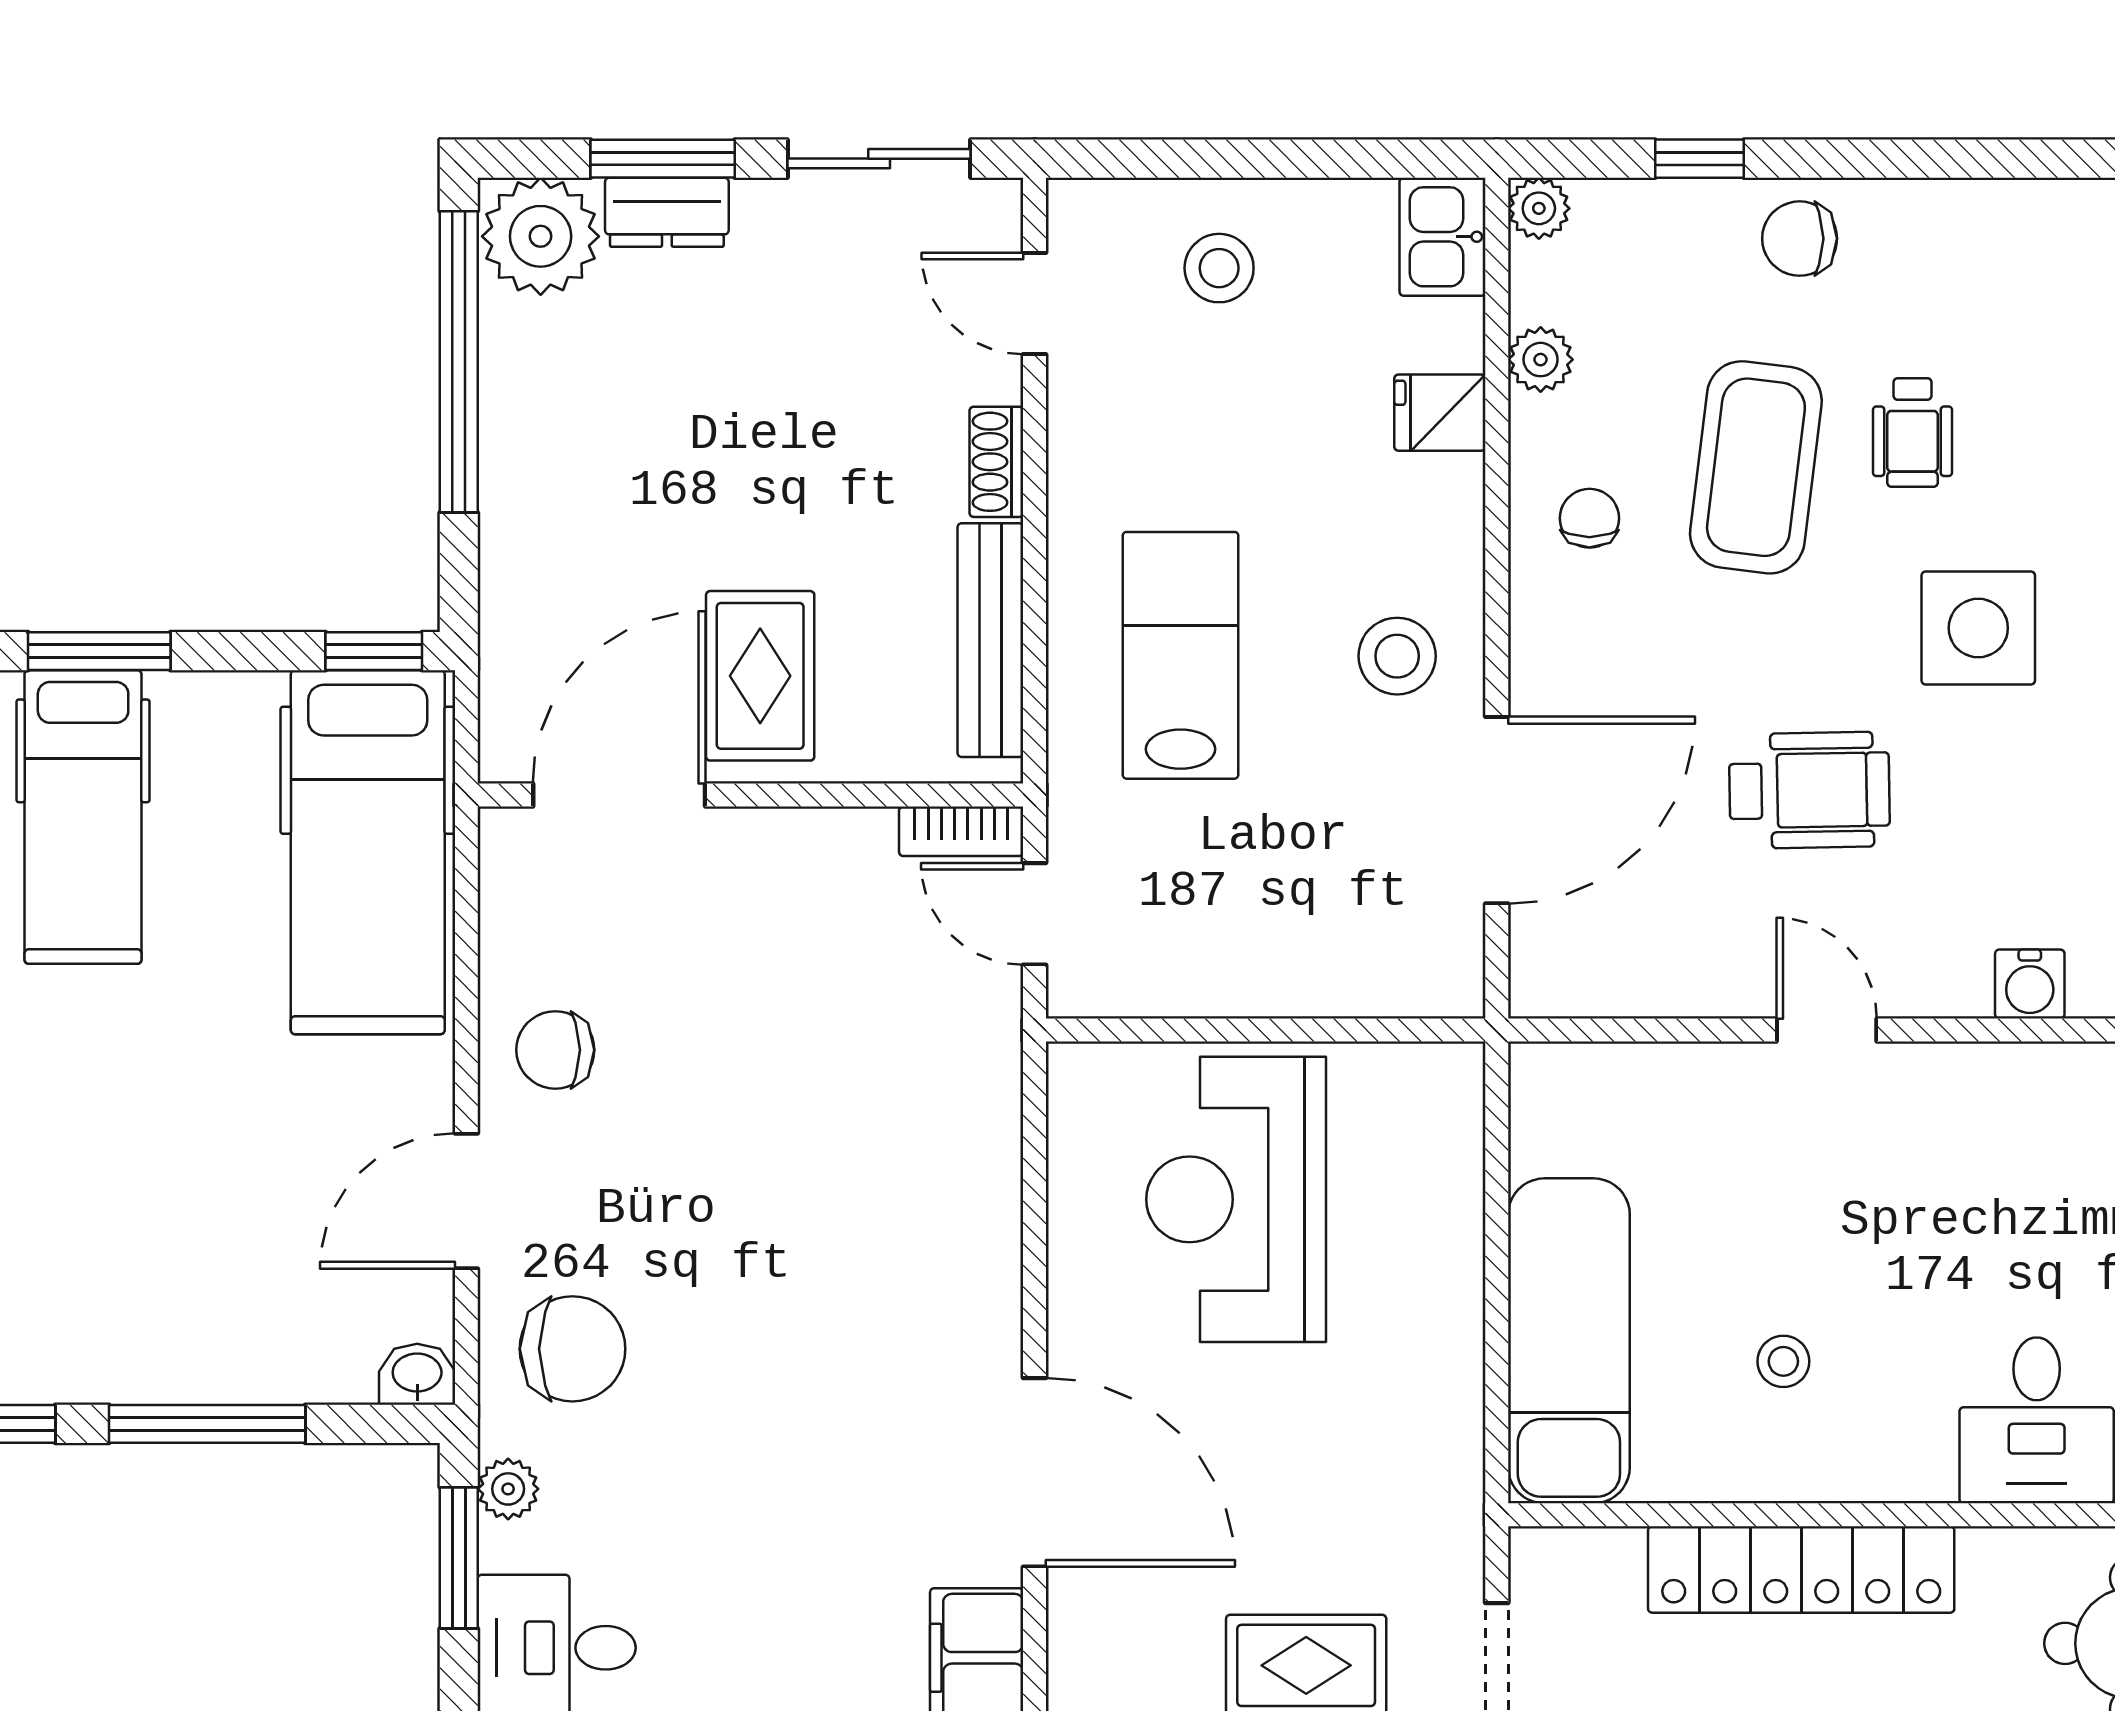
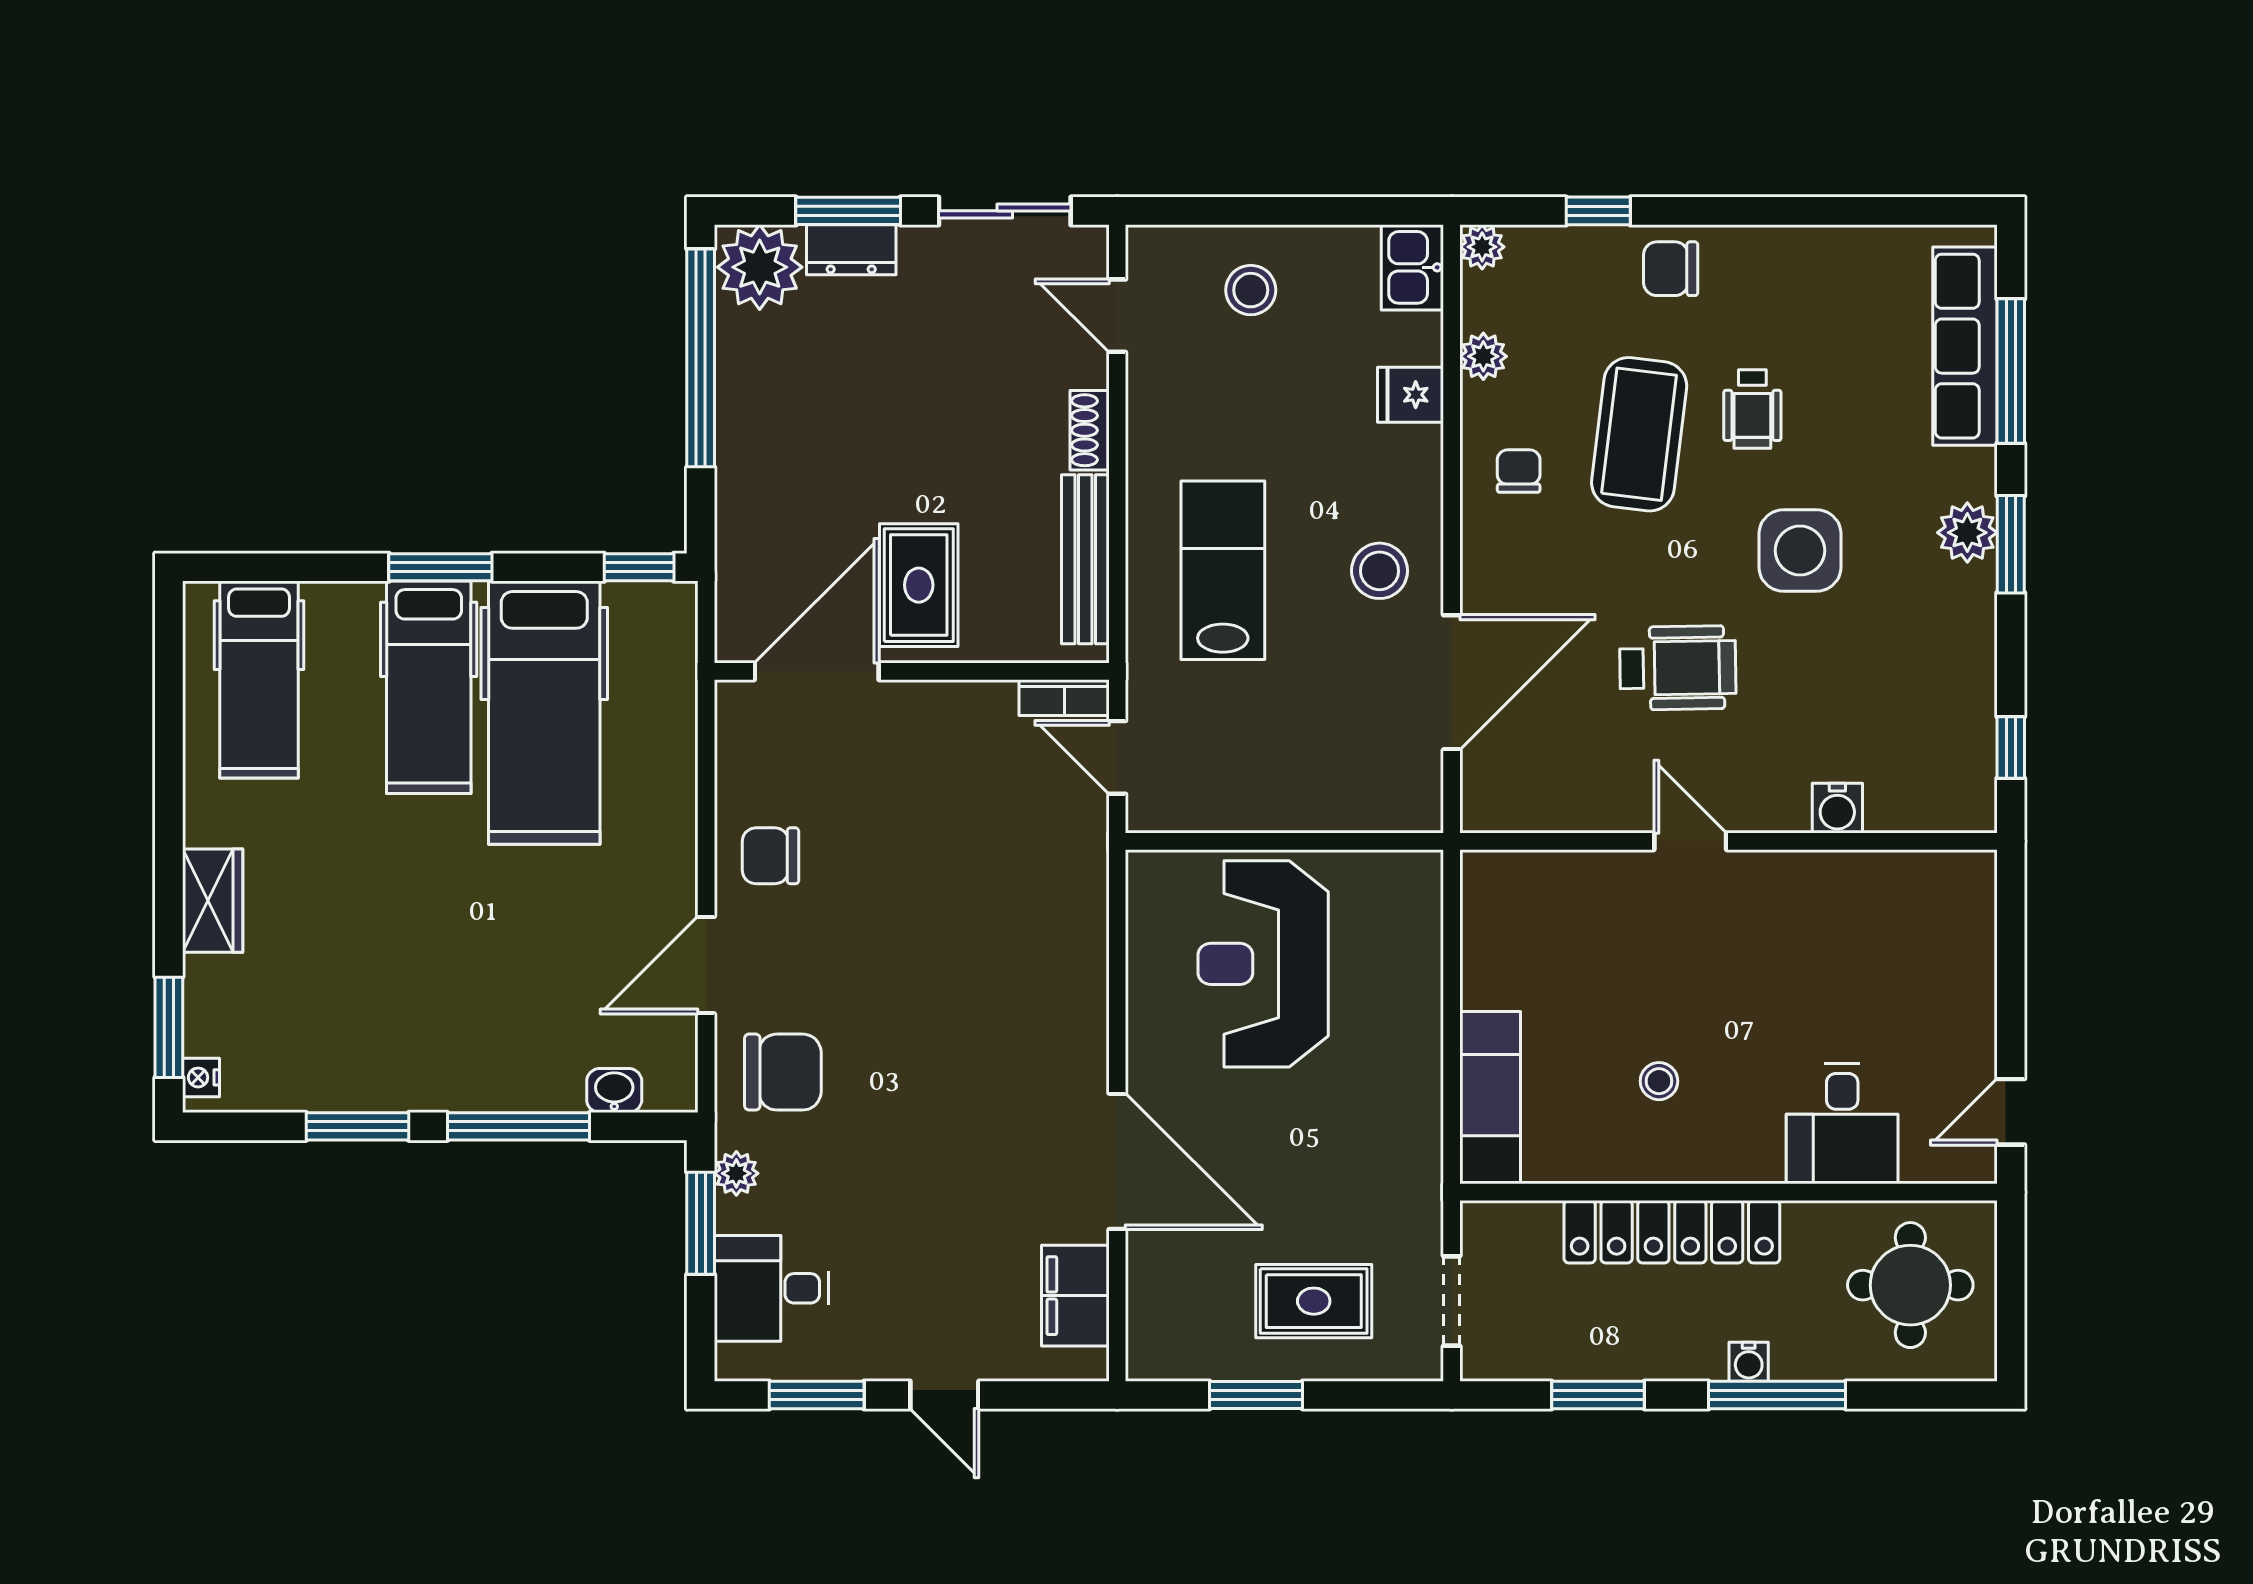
hospital bed: (368, 852) -> (544, 713), moved
exam couch: (1569, 1341) -> (1490, 1098), width x0.73, depth x0.69
washbasin: (417, 1374) -> (614, 1090), moved

